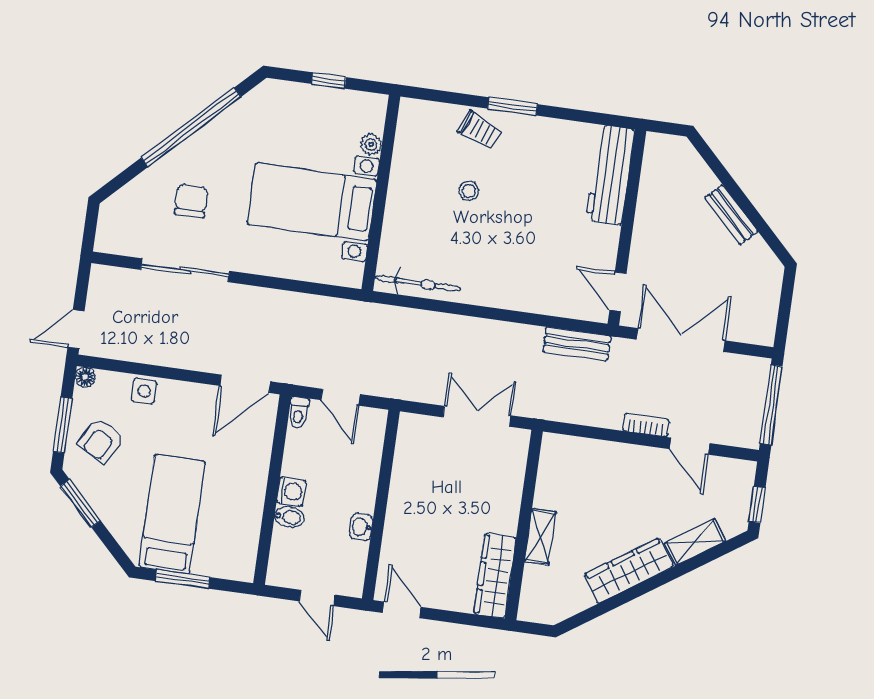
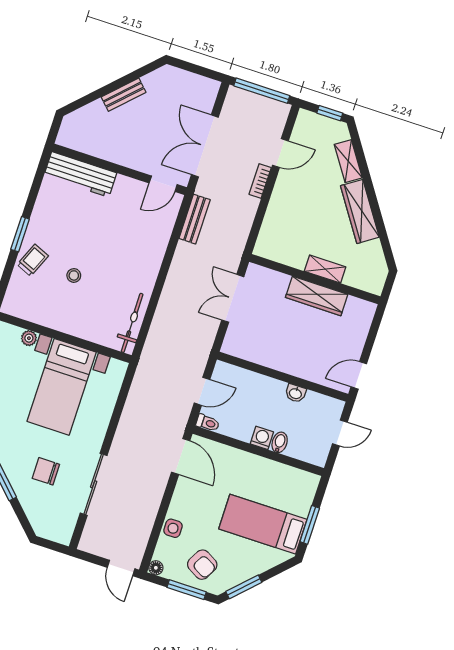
wardrobe: (495, 576) -> (317, 296), moved

